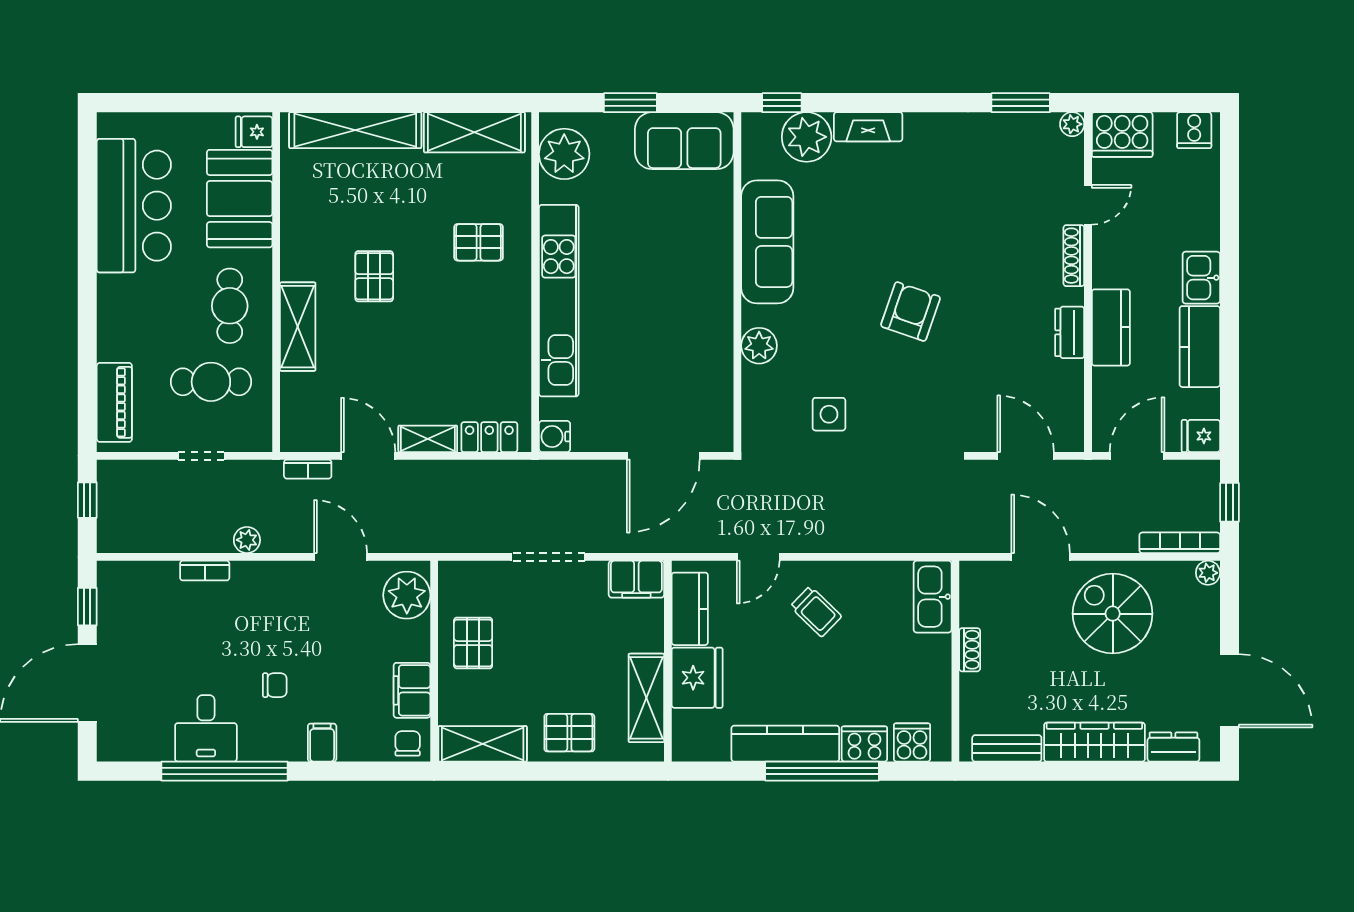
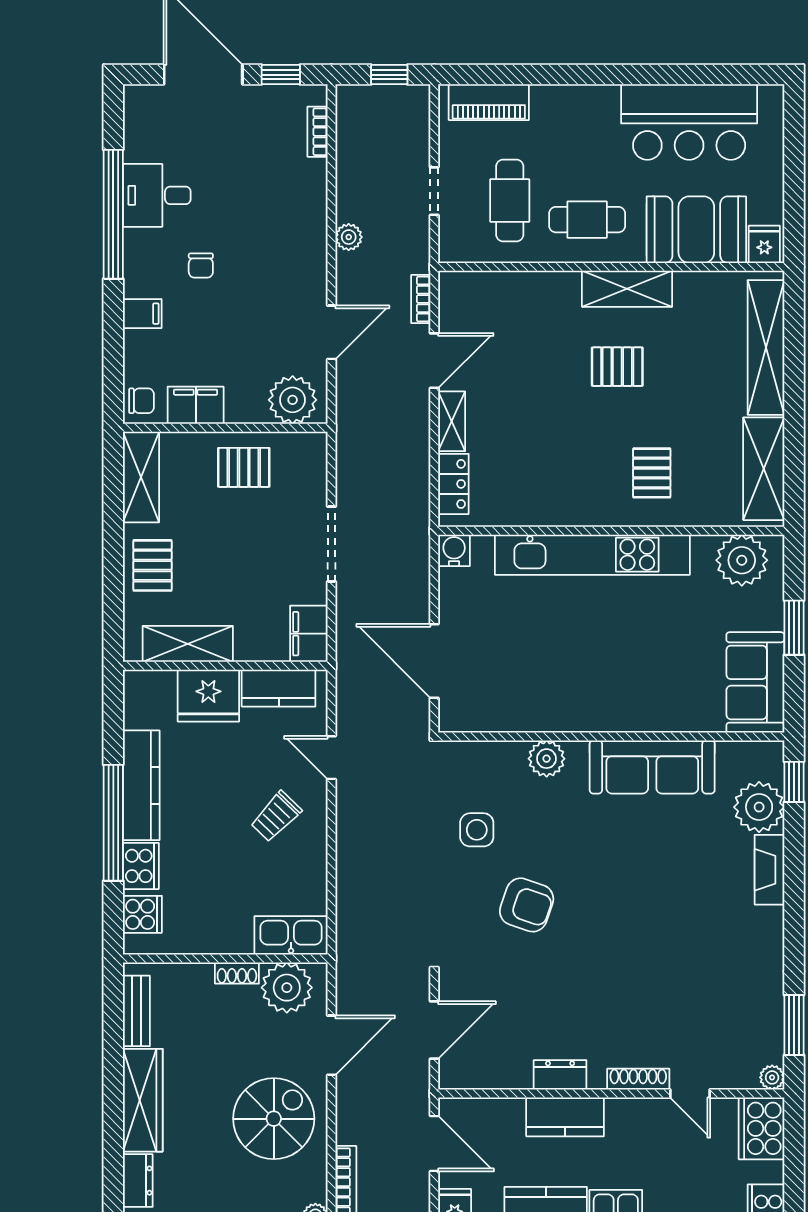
armchair: (911, 312) -> (527, 905), moved
shelving: (298, 327) -> (627, 289), moved
bookcase: (205, 571) -> (318, 132), moved
plant: (984, 601) -> (287, 988), added

